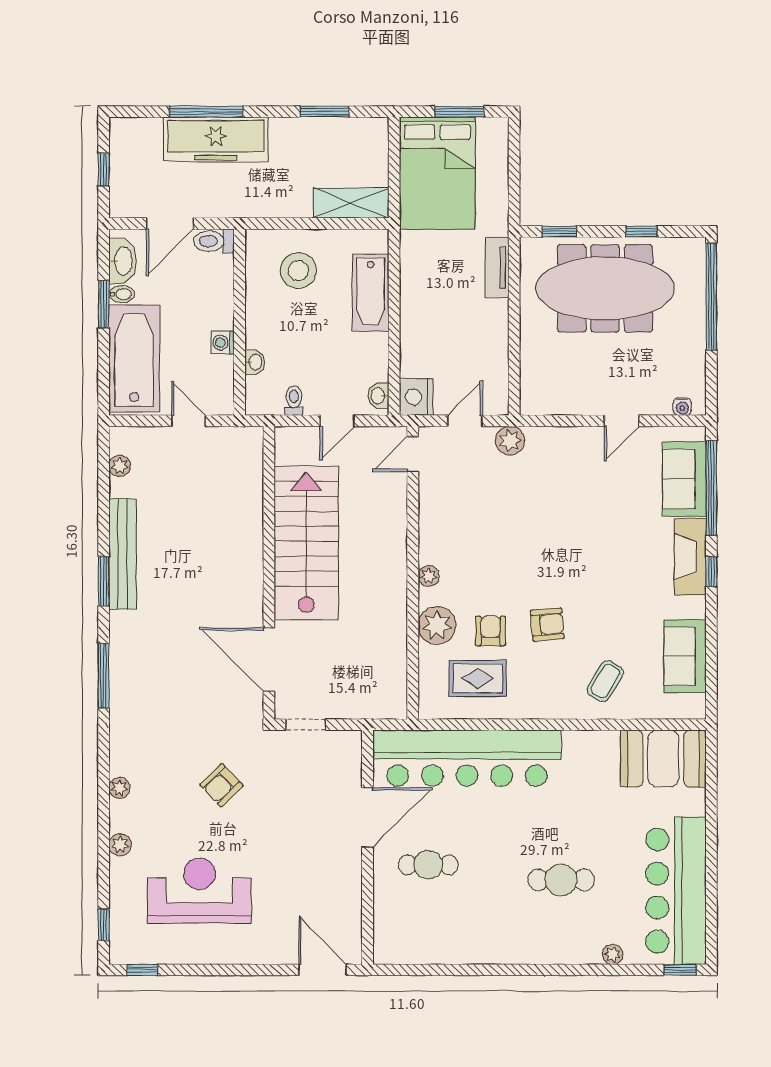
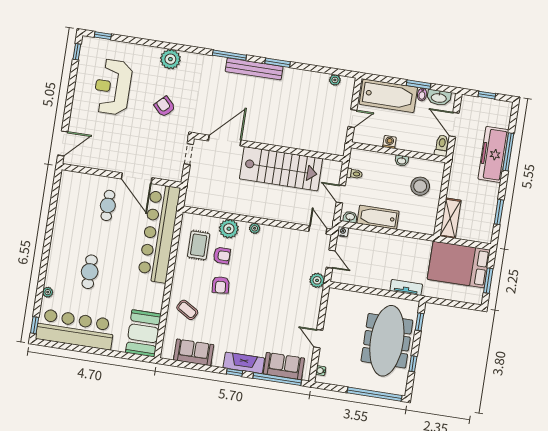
bathtub: (371, 293) -> (378, 217), moved
washbasin: (255, 362) -> (402, 161), moved
nightstand: (416, 397) -> (343, 232), width x0.53, depth x0.56
bench: (123, 554) -> (254, 69), moved
plant: (119, 788) -> (170, 59), width x1.88, depth x1.88
plant: (120, 845) -> (142, 50), removed
reception desk: (199, 891) -> (113, 87), turned 180

